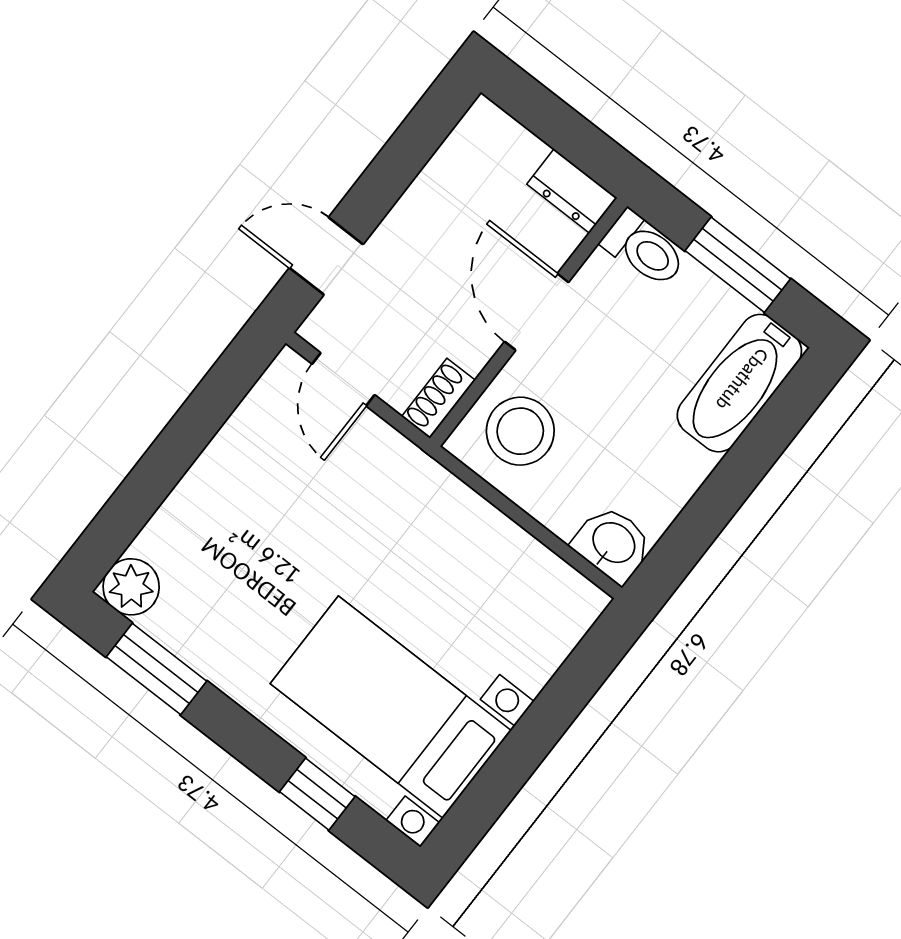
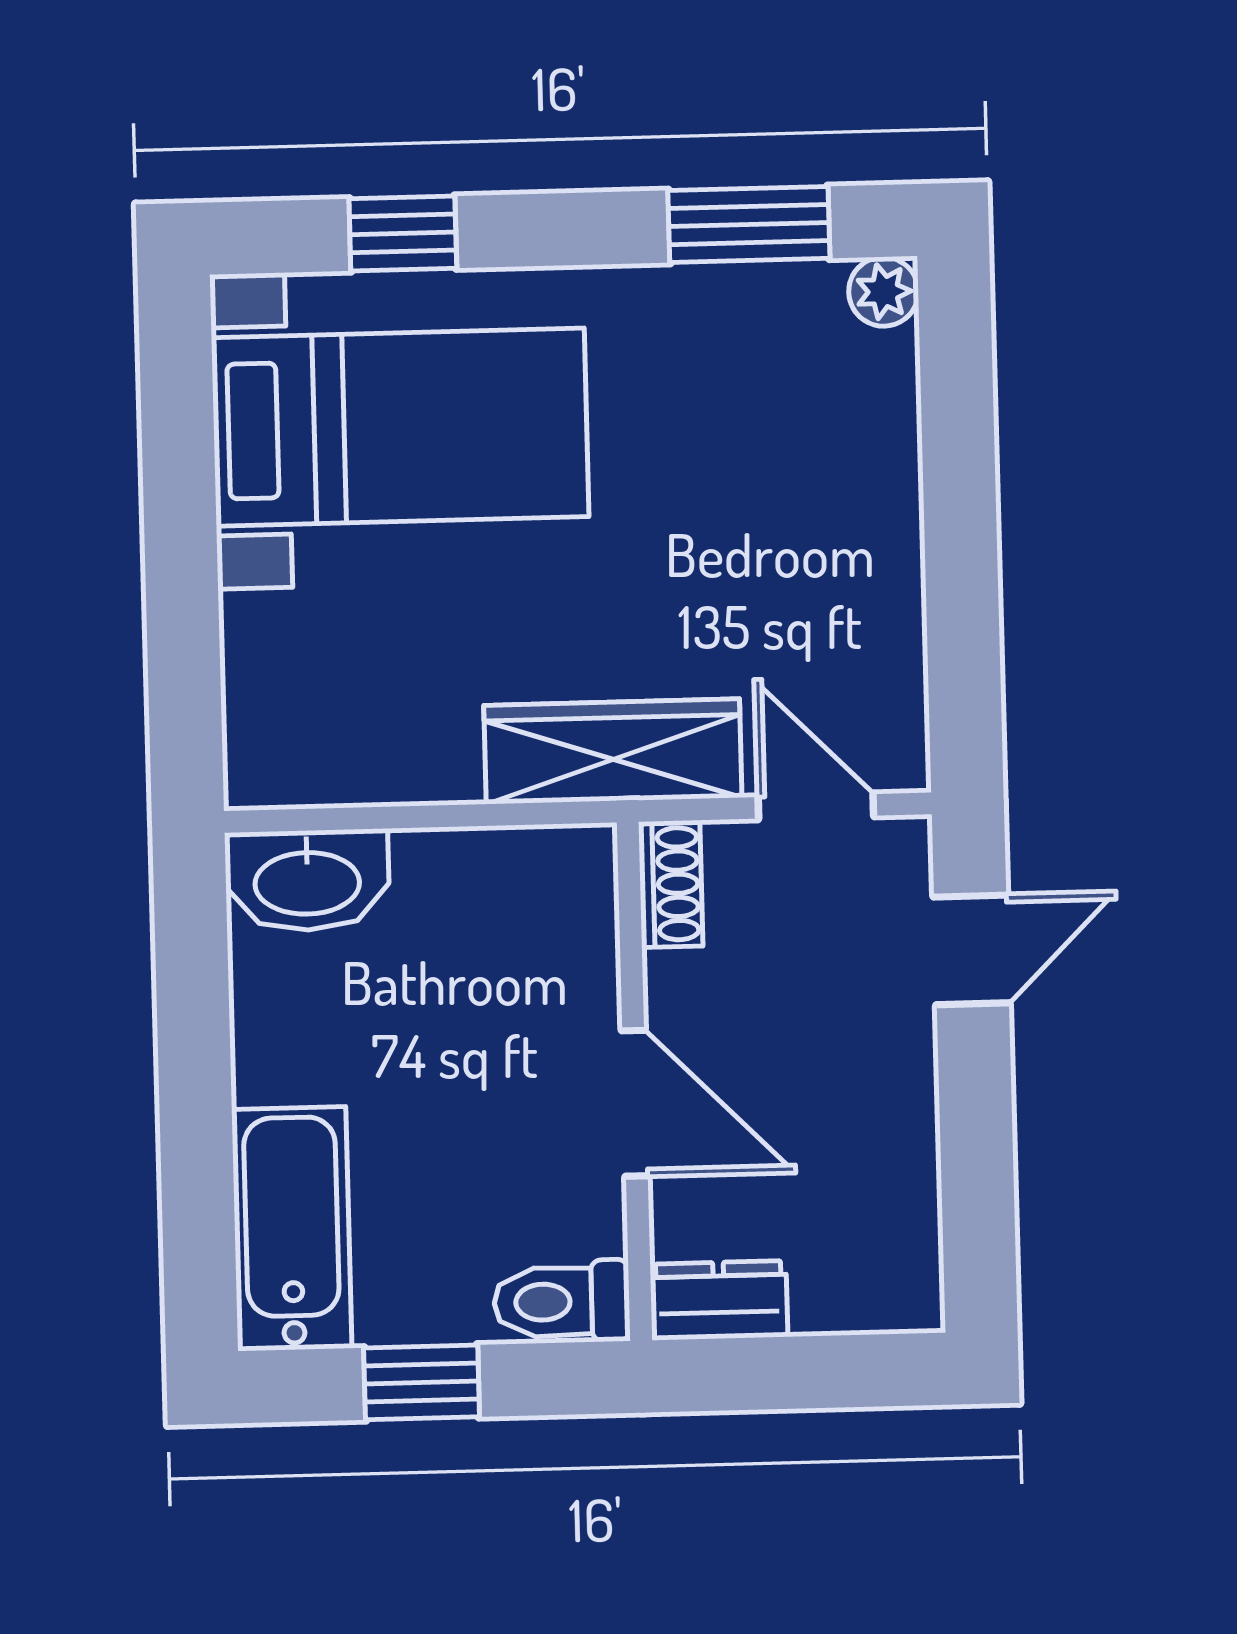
window: (738, 265) -> (422, 1382), width x0.67
stool: (520, 431) -> (528, 929), removed
wardrobe: (415, 480) -> (613, 751), added
washbasin: (613, 544) -> (307, 880), width x1.38
plant: (131, 587) -> (884, 292), width x0.73, depth x0.73

